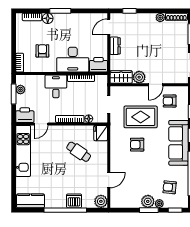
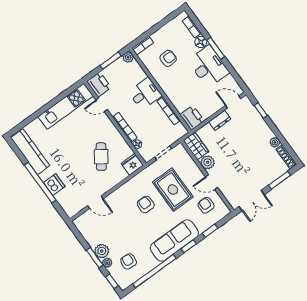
desk: (73, 60) -> (209, 67), moved, turned 180
plant: (20, 90) -> (128, 57), moved
kitchen counter: (30, 201) -> (30, 152), width x1.50
plant: (101, 201) -> (71, 209), removed

